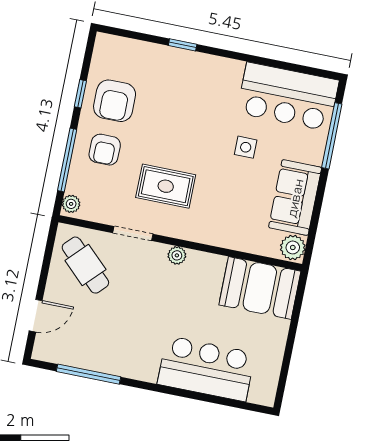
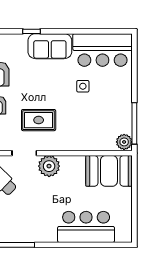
window: (332, 136) -> (134, 123), moved
sofa: (295, 198) -> (50, 46), moved, turned -90
plant: (177, 255) -> (49, 166), width x1.87, depth x1.87

